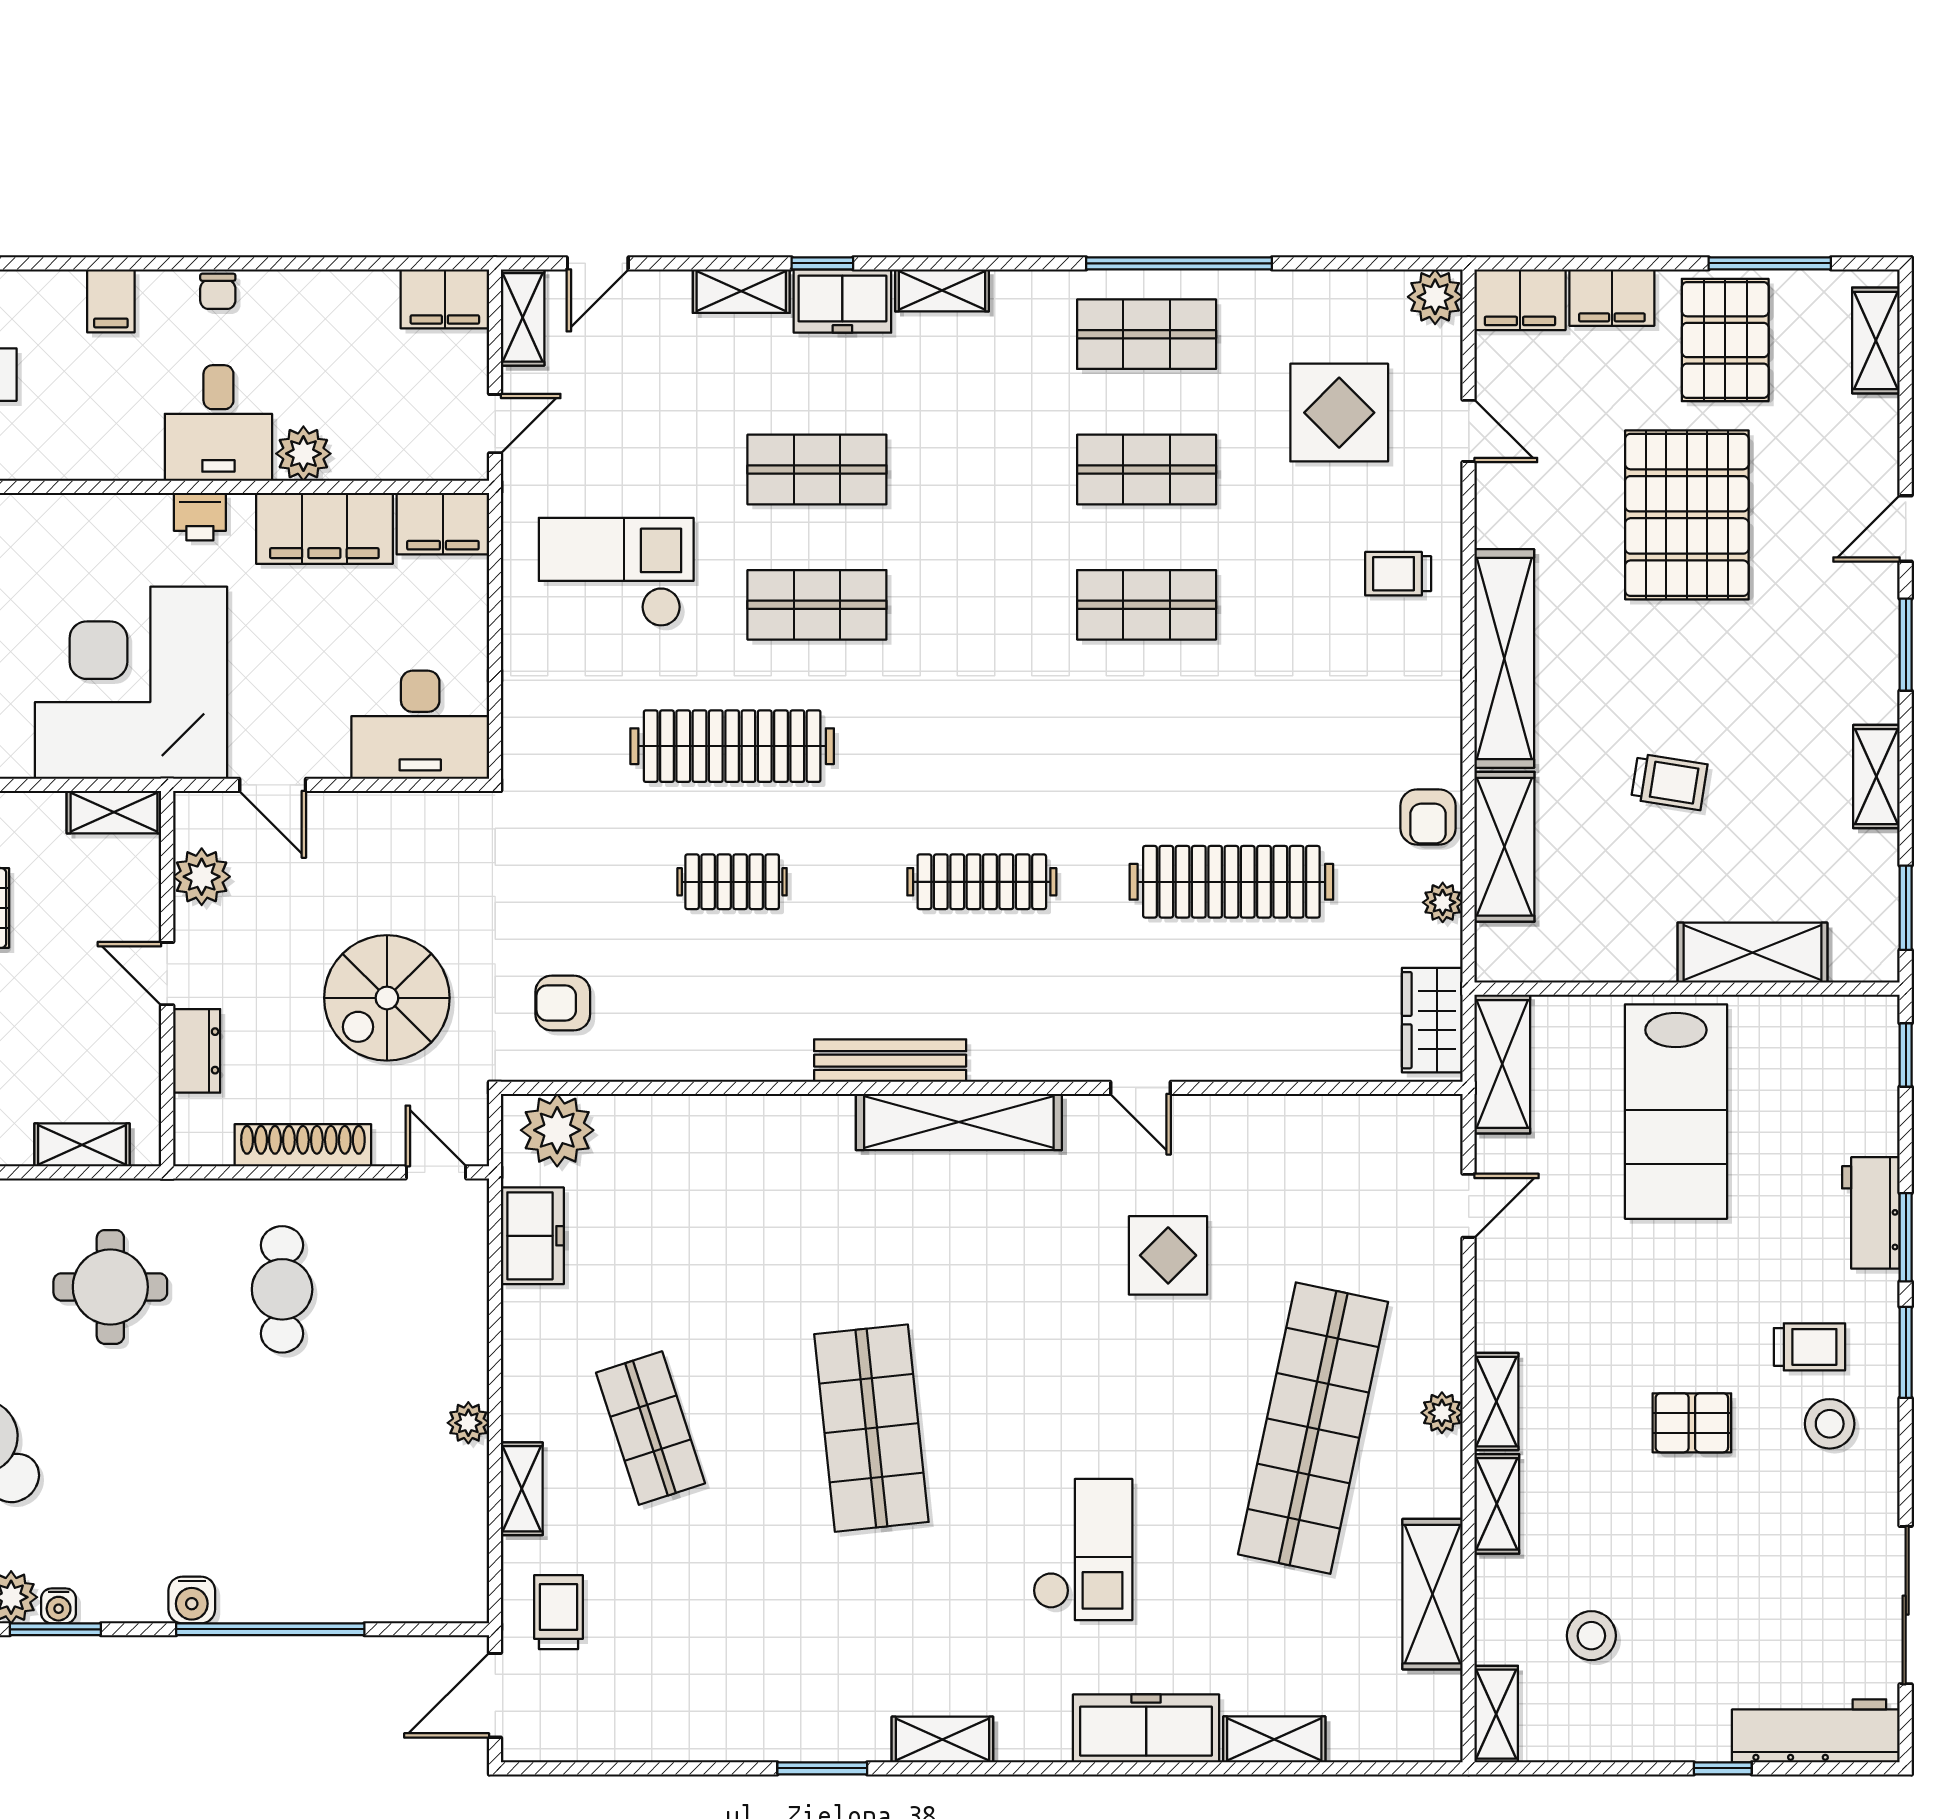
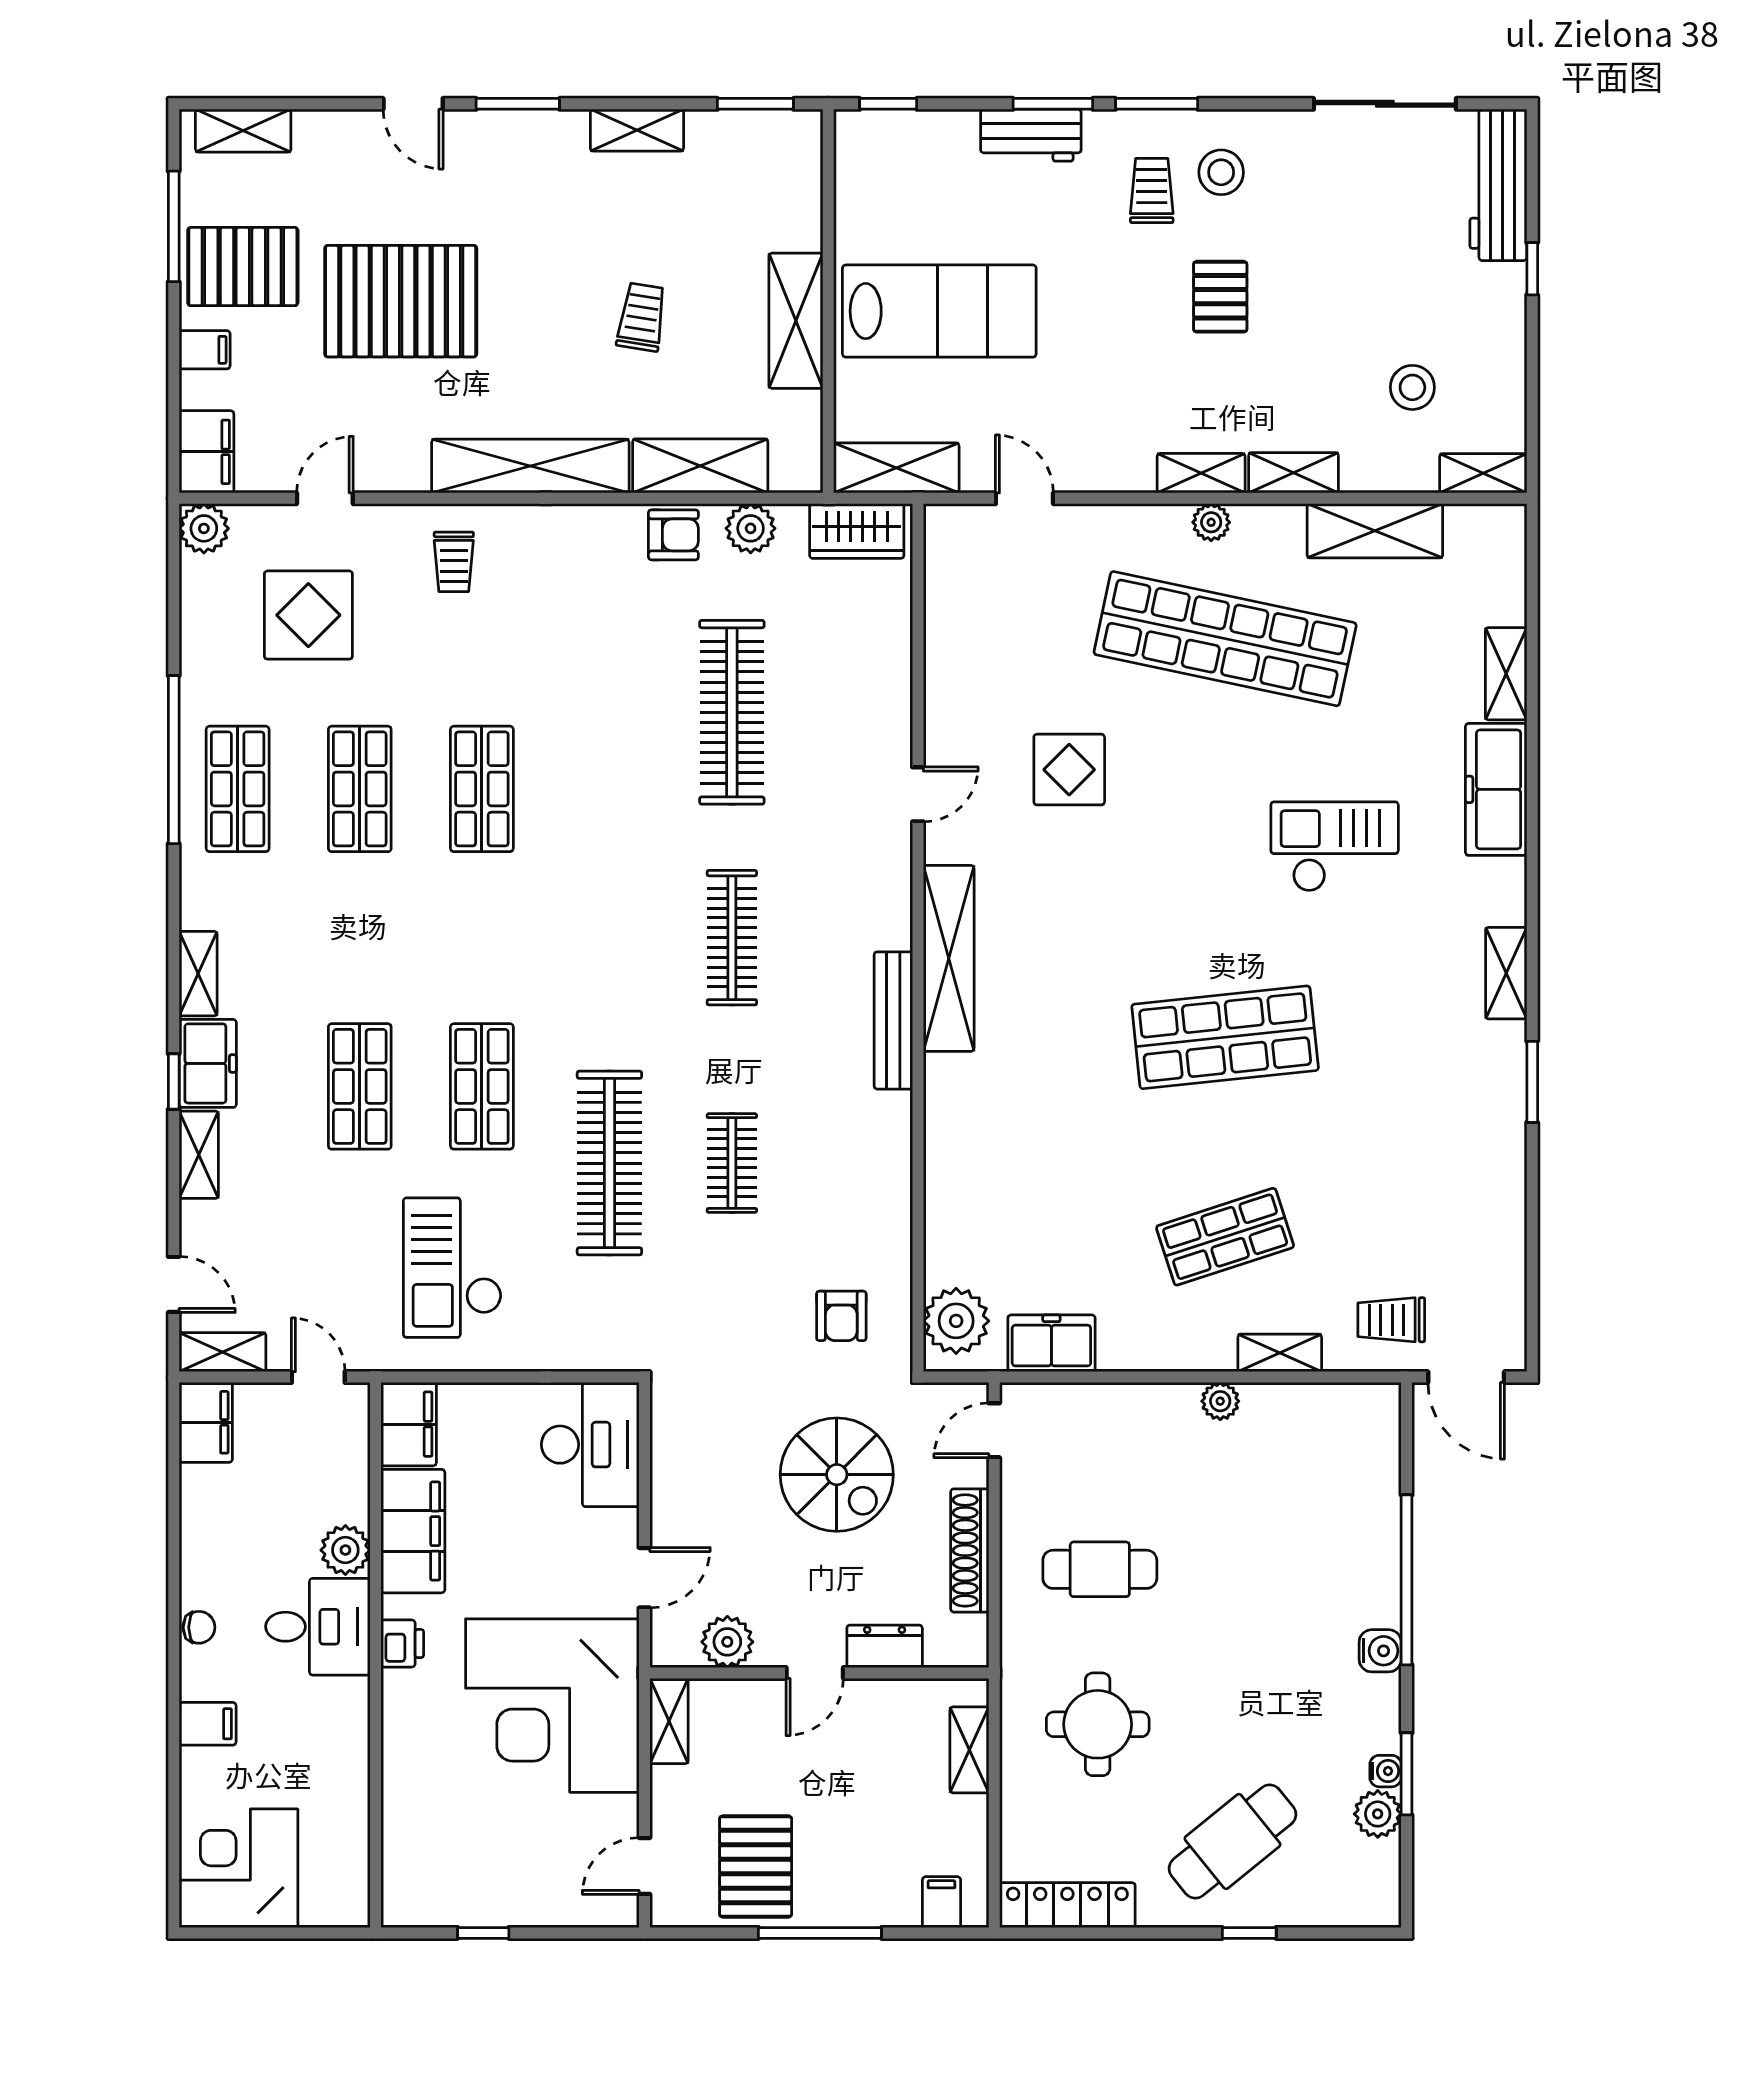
filing cabinet: (1612, 298) -> (205, 350), width x0.50
plant: (1443, 902) -> (751, 528), width x1.38, depth x1.38
shelving: (1752, 953) -> (796, 321), moved

